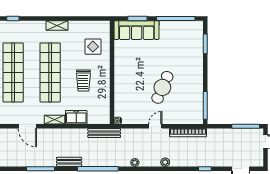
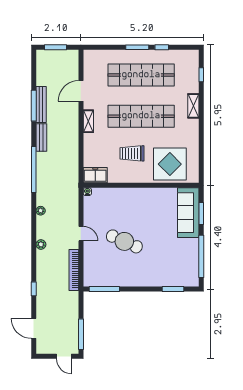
shelving: (57, 25) -> (193, 106), moved
display table: (93, 47) -> (170, 164), width x1.86, depth x1.86
freezer: (76, 117) -> (95, 175), moved, turned -90
bench: (104, 133) -> (41, 104), moved

